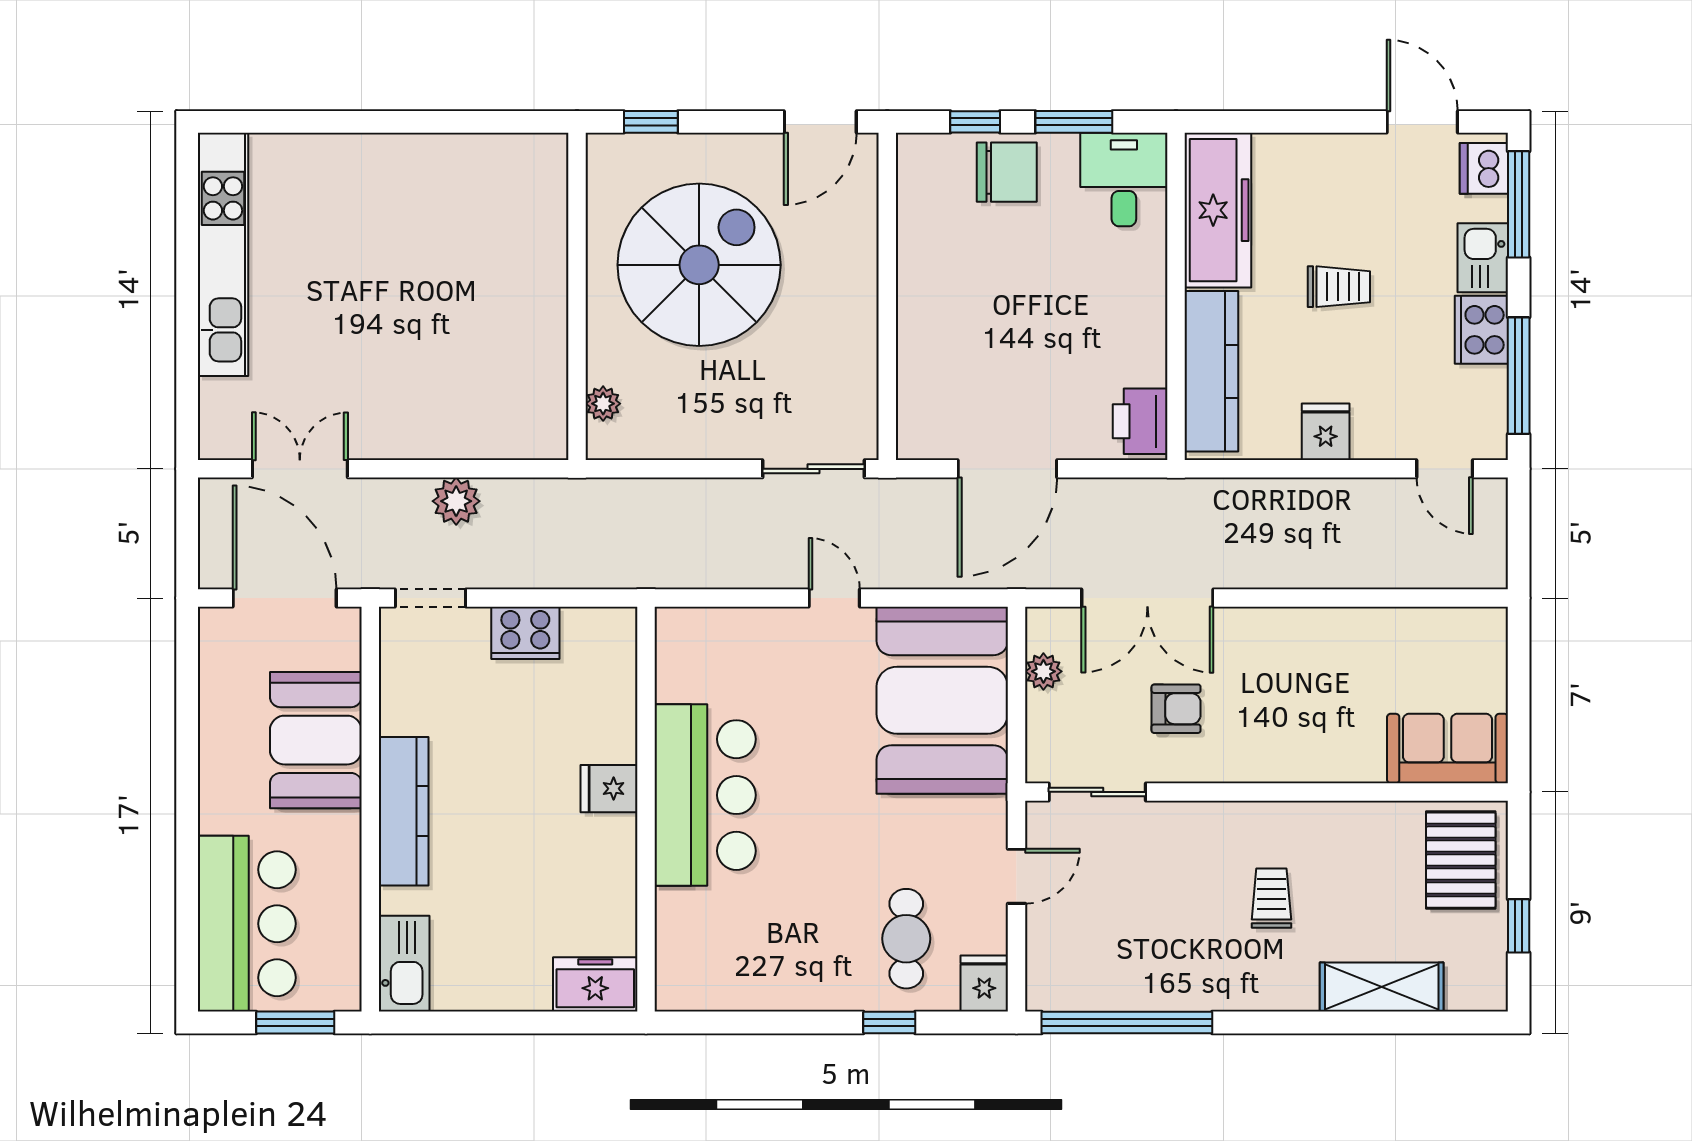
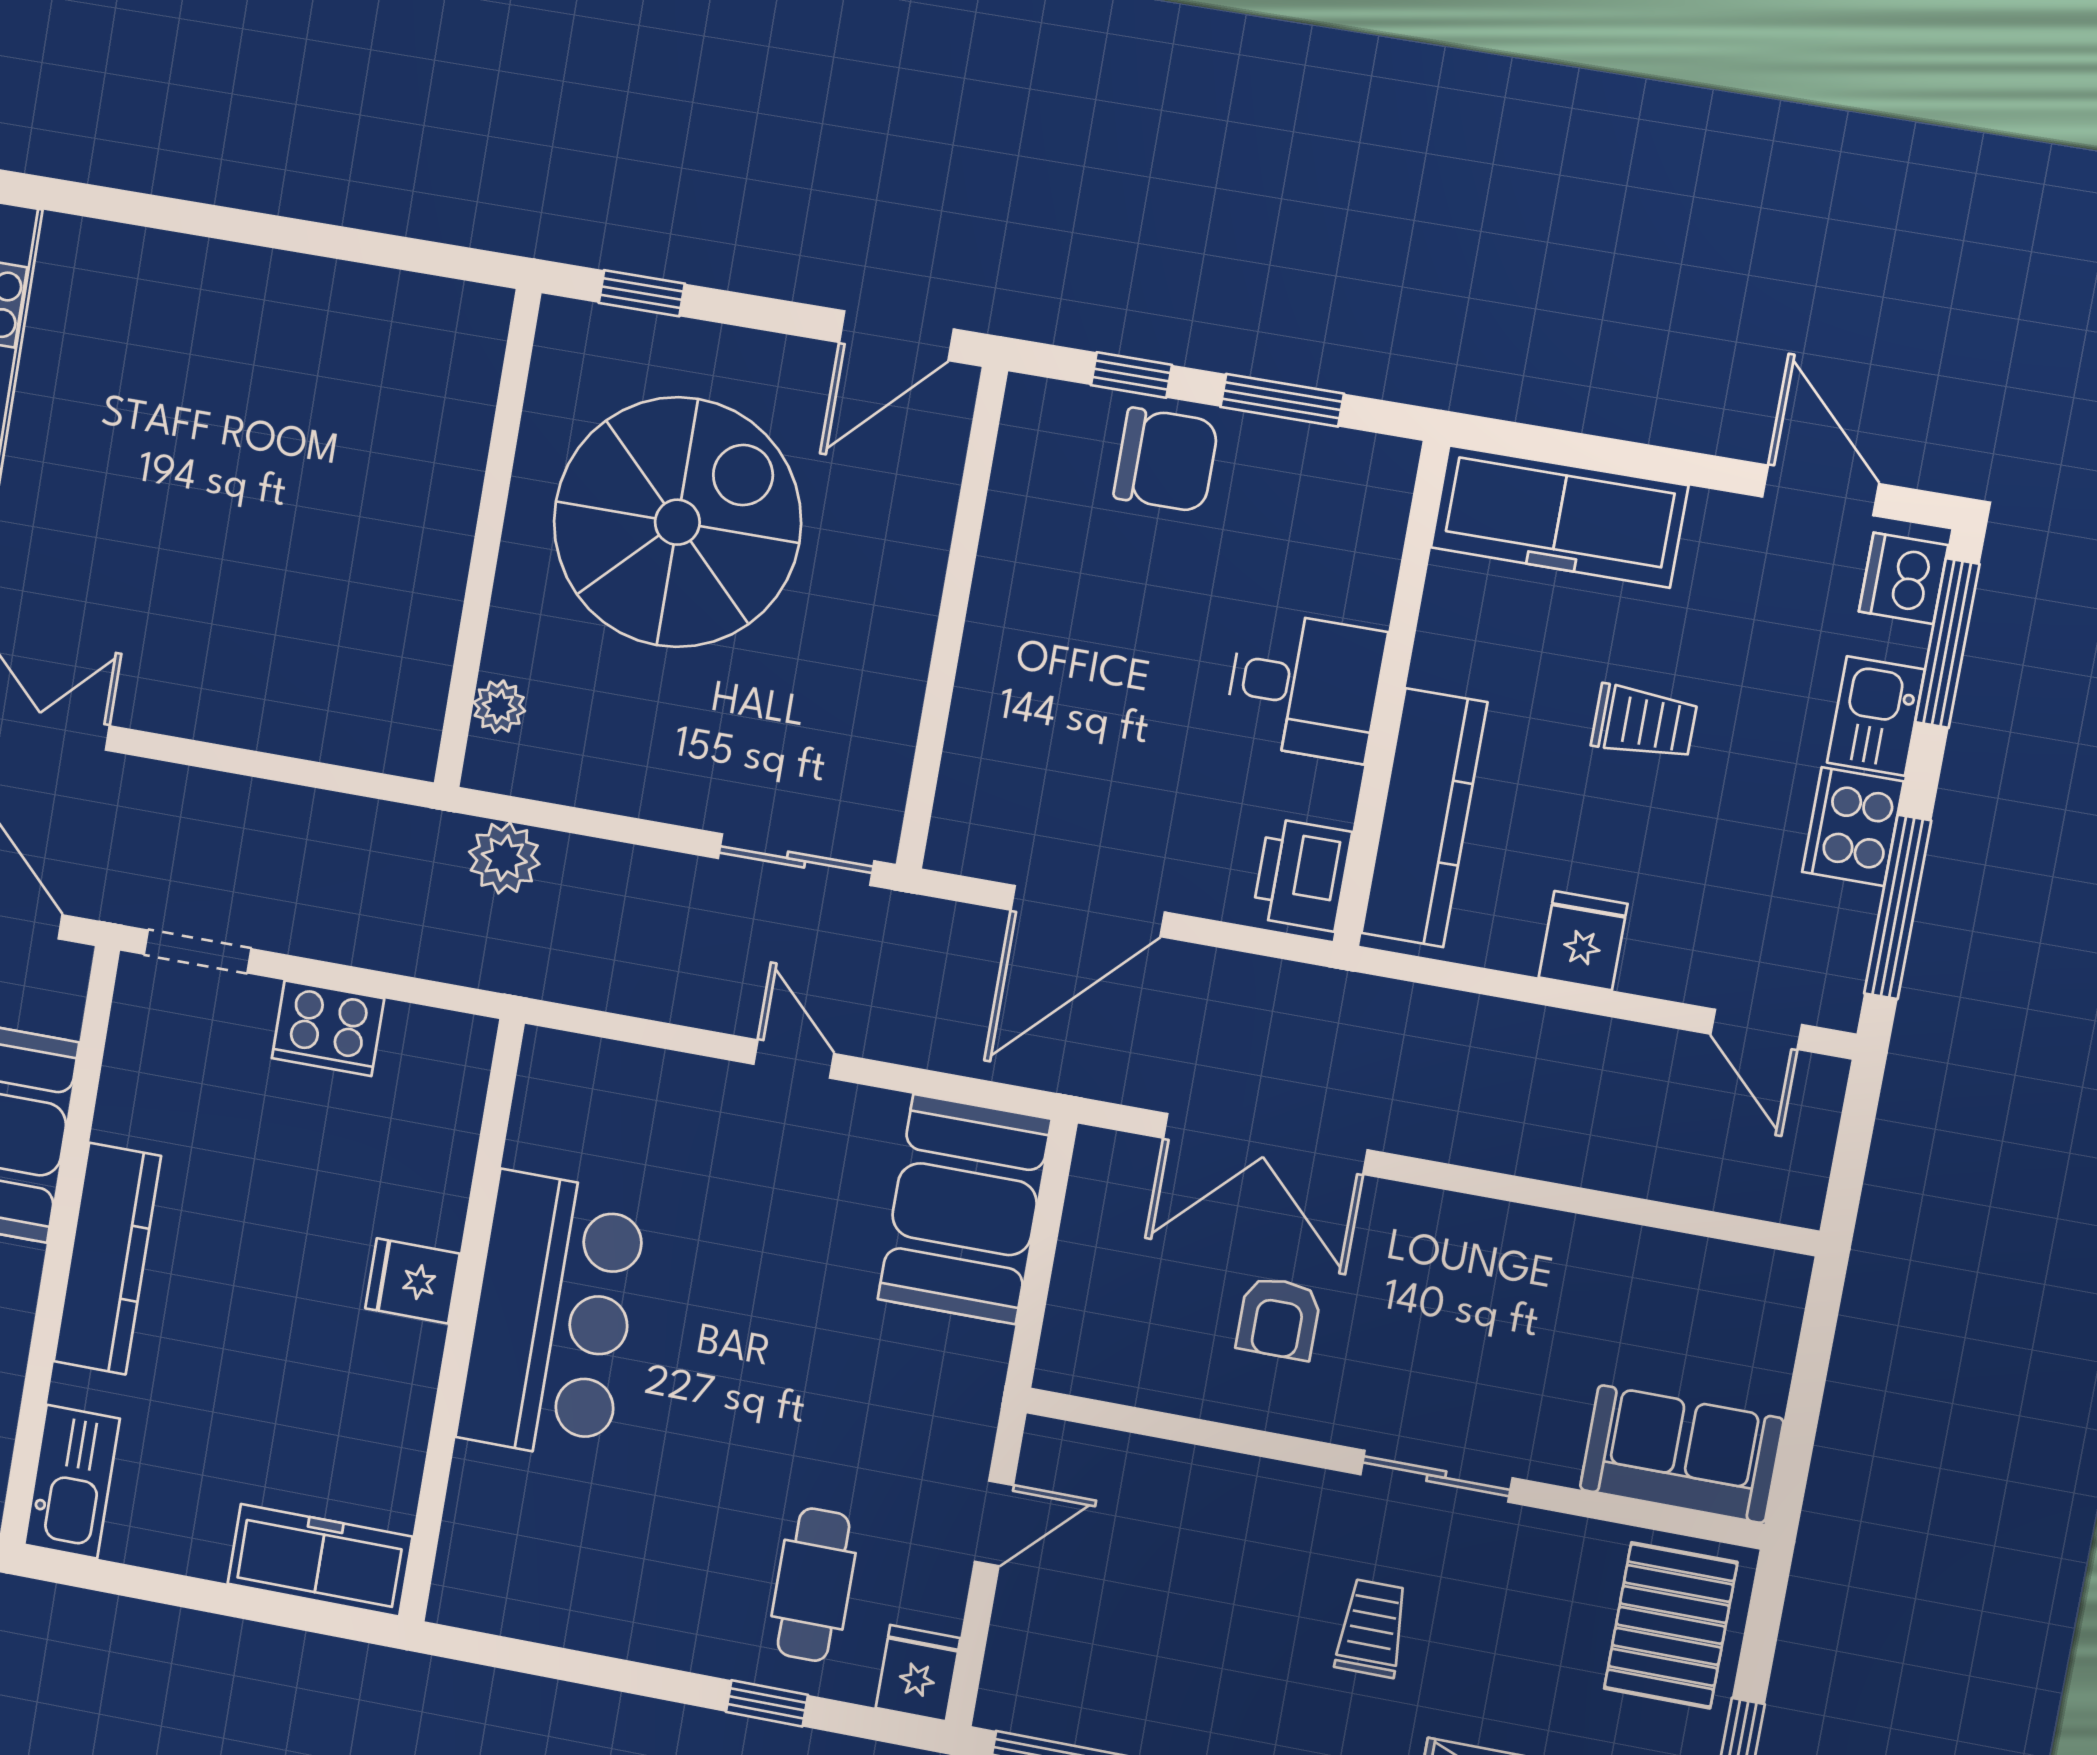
desk: (1124, 180) -> (1305, 686), moved, turned 90
freezer: (1218, 210) -> (1559, 516), moved, turned 90
plant: (456, 501) -> (504, 858), moved
plant: (1043, 671) -> (1088, 1226), removed
booth: (942, 700) -> (965, 1209), width x0.73, depth x0.70
armchair: (1176, 709) -> (1279, 1318), turned 90
sliding door: (1097, 792) -> (1436, 1476), moved
freezer: (595, 984) -> (320, 1560), width x1.40

